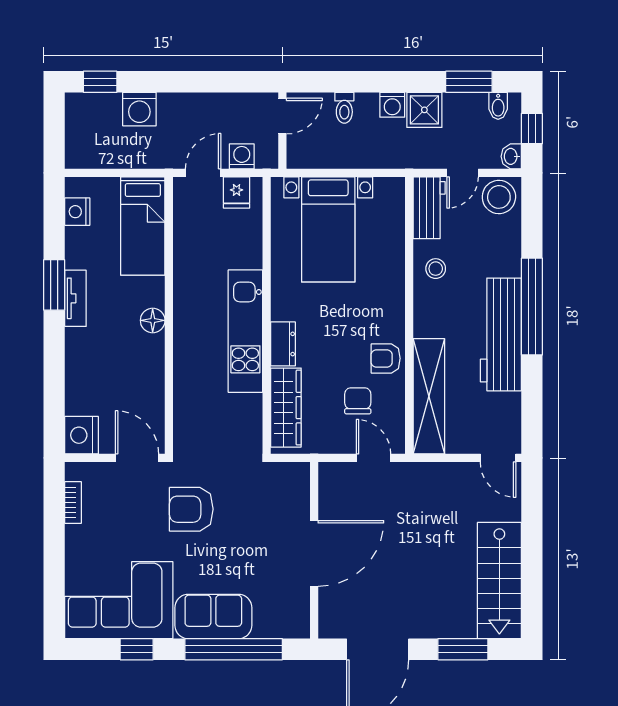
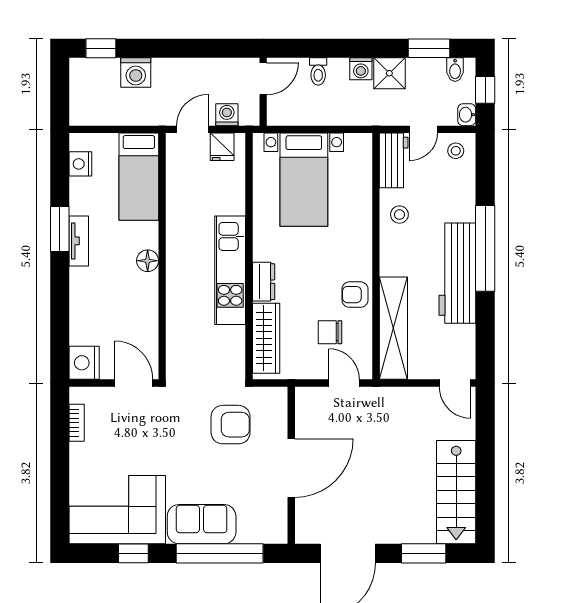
stool: (499, 197) -> (456, 151), width x0.53, depth x0.53
chair: (358, 401) -> (330, 332), turned -90
armchair: (191, 509) -> (231, 425), moved, turned 180

